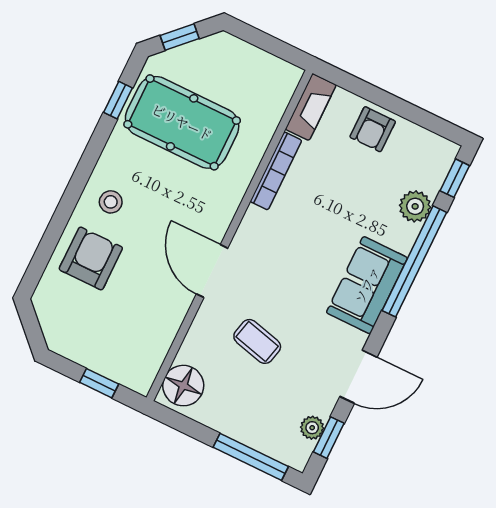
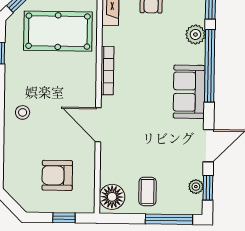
pool table: (182, 122) -> (58, 31), moved
bookcase: (276, 171) -> (107, 71), moved
armchair: (91, 258) -> (57, 175), moved, turned -90
coffee table: (257, 341) -> (148, 191), moved, turned 76

